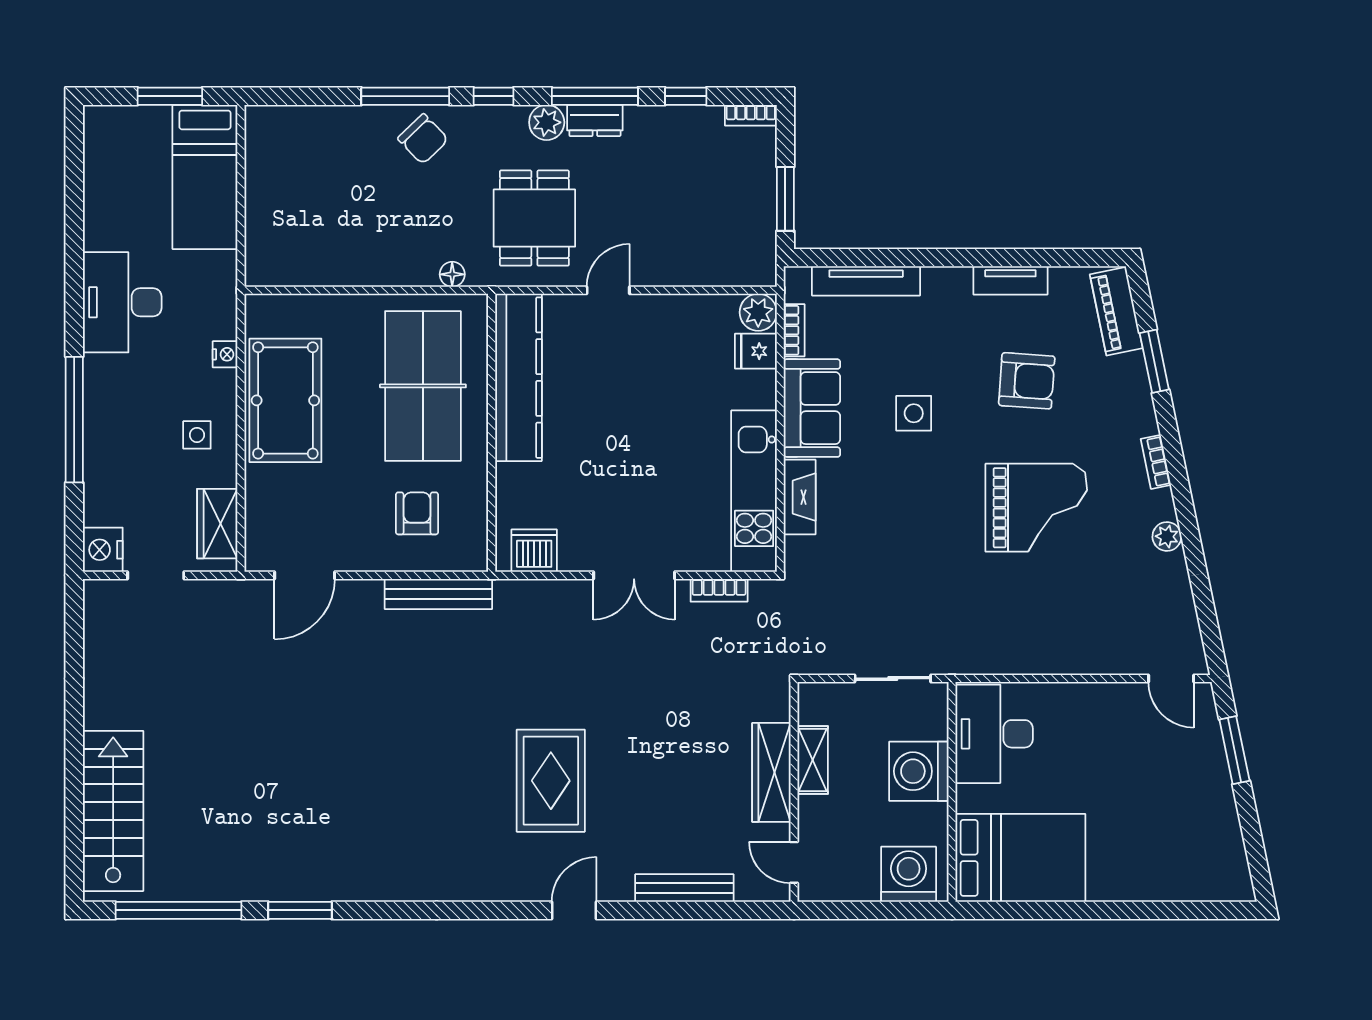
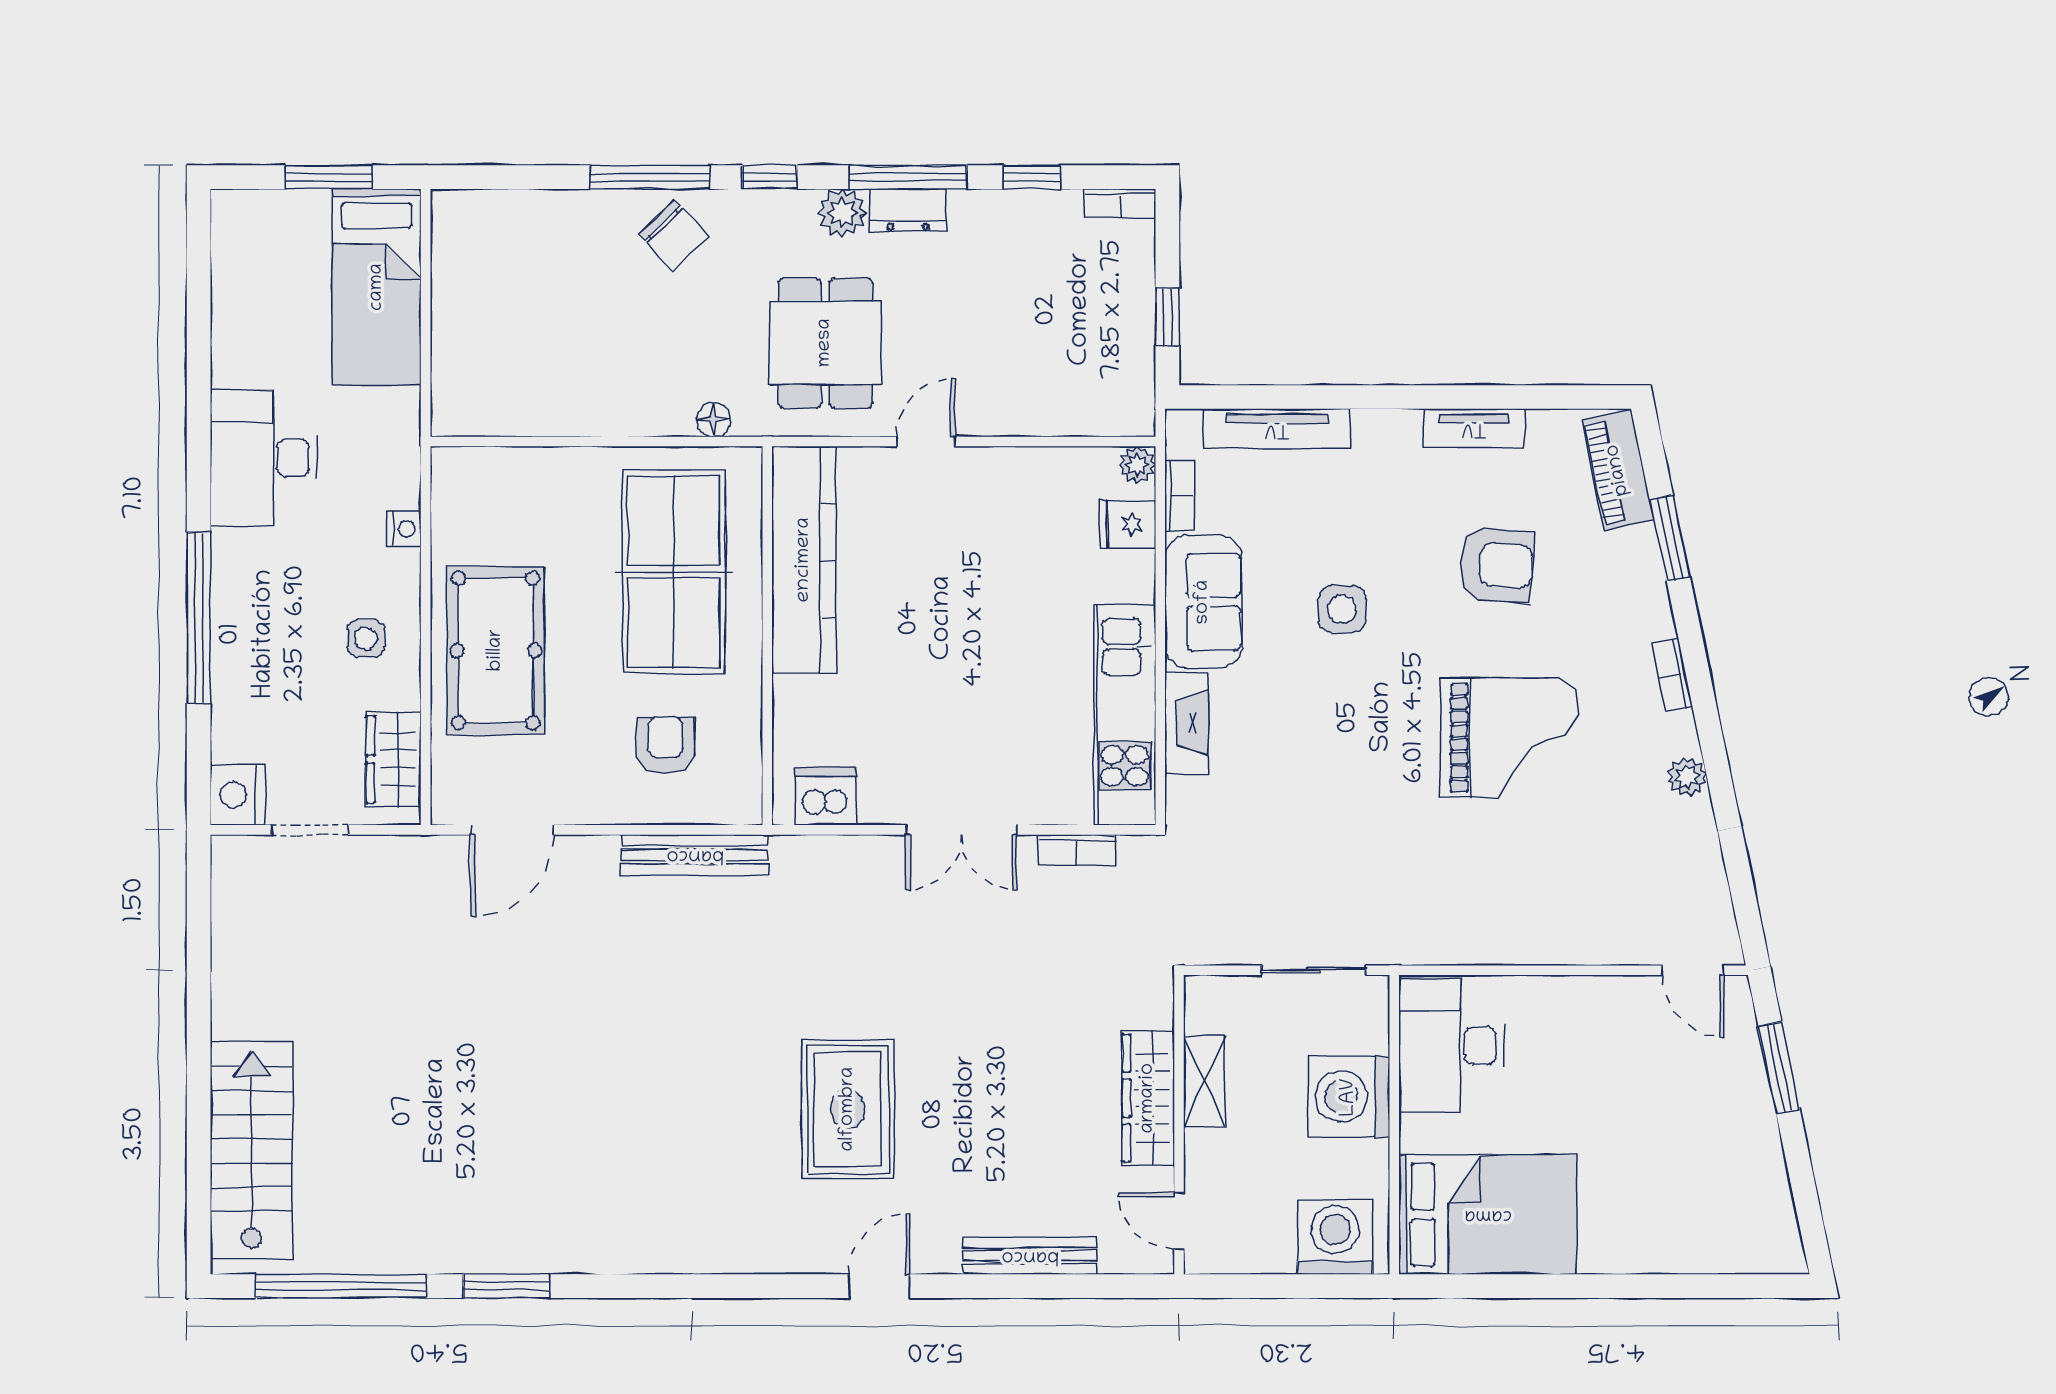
window: (785, 199) -> (1167, 317), width x0.67
plant: (758, 312) -> (1137, 465), width x0.73, depth x0.73
pool table: (285, 400) -> (496, 650), moved

